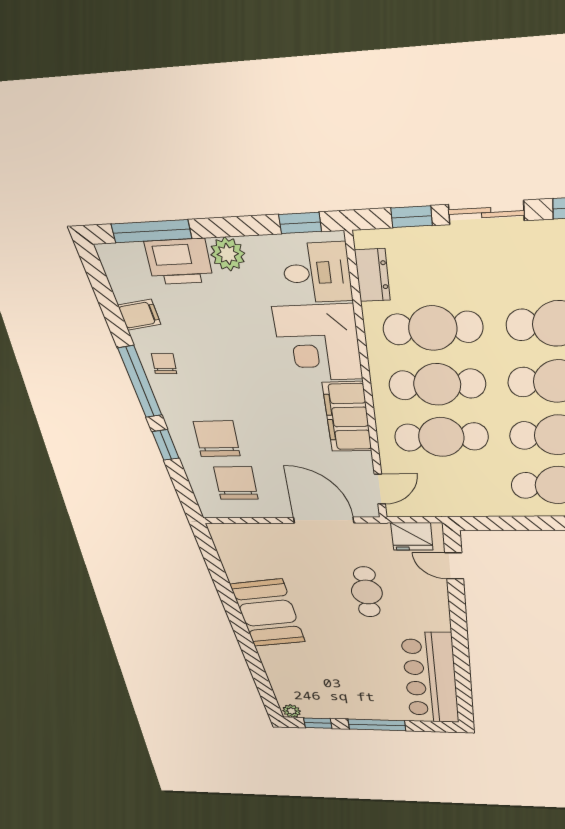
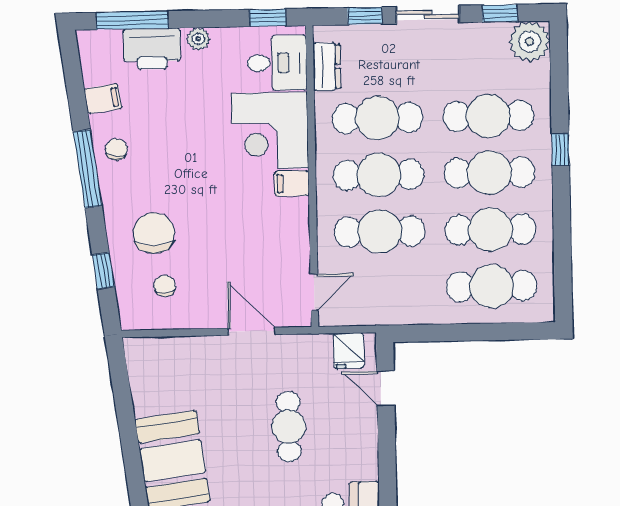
plant: (228, 254) -> (198, 39), width x0.73, depth x0.73
filing cabinet: (347, 417) -> (292, 183), width x0.33, depth x0.86
window: (166, 445) -> (103, 271), moved
chair: (236, 483) -> (165, 286), width x0.54, depth x0.54
door: (324, 520) -> (252, 331), width x0.73
fridge: (412, 536) -> (349, 351), width x0.72

